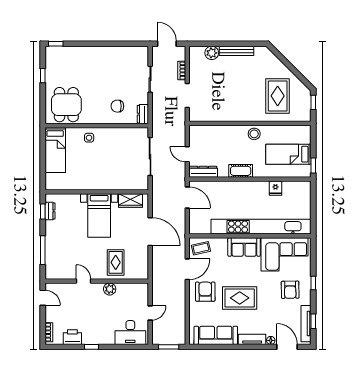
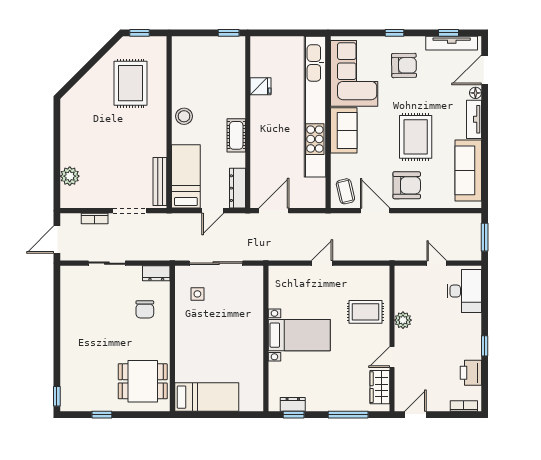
bench: (237, 51) -> (160, 182), moved
rug: (278, 96) -> (131, 83), turned 90
side table: (89, 138) -> (197, 294), moved
bed: (288, 154) -> (186, 176), moved, turned 180
wardrobe: (131, 200) -> (380, 387), moved, turned 180
door: (150, 232) -> (322, 263), width x0.53
armchair: (205, 292) -> (407, 185), turned 180

